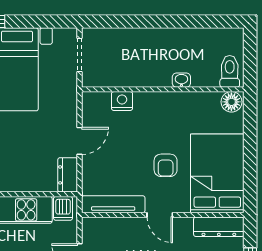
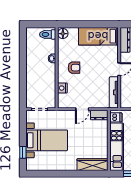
door: (79, 141) -> (82, 109), swing flipped
armchair: (166, 165) -> (74, 68), moved
bed: (217, 173) -> (98, 36), width x0.67

